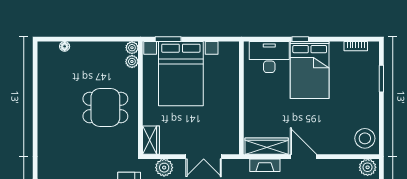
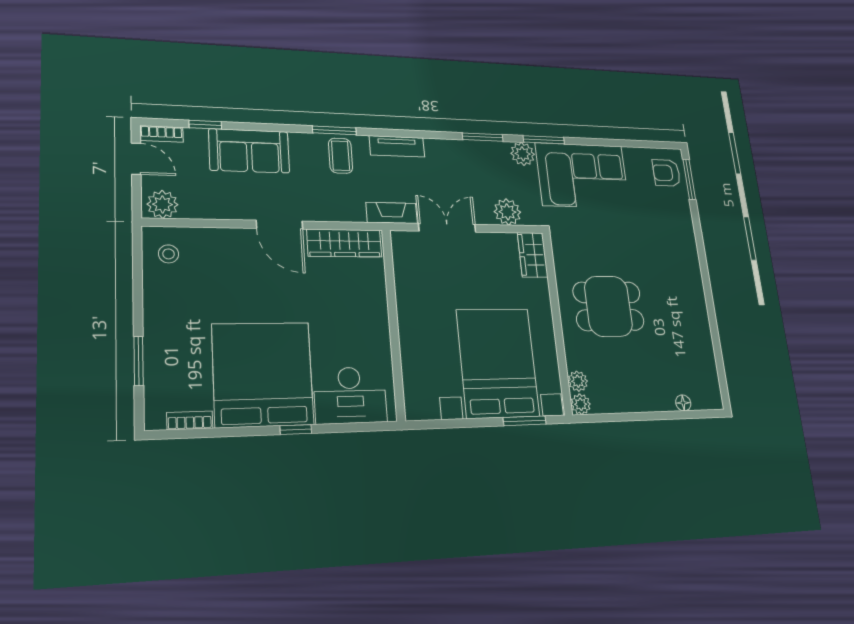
bed: (310, 70) -> (263, 374), width x1.36
stool: (365, 138) -> (169, 254), width x0.53, depth x0.53
fireplace: (265, 165) -> (392, 213), moved

